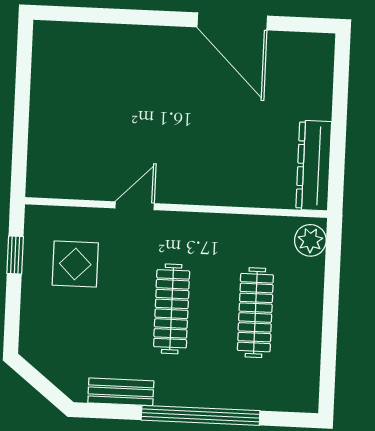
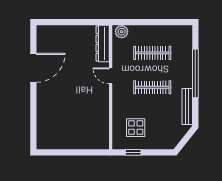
dresser: (314, 166) -> (103, 44), moved, turned 90
door: (135, 206) -> (111, 76), moved
bench: (121, 392) -> (187, 107), width x1.36

